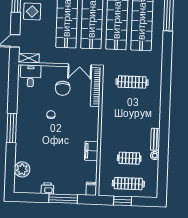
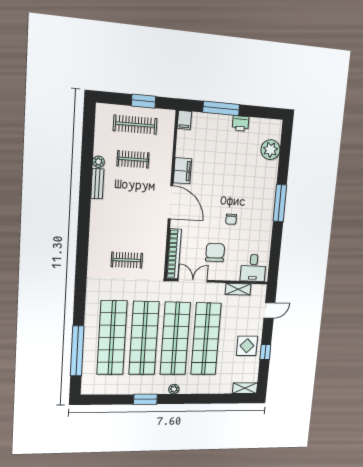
shelving: (29, 58) -> (238, 289), moved
clothes rail: (132, 82) -> (127, 260), width x0.73
door: (100, 127) -> (171, 202), added

